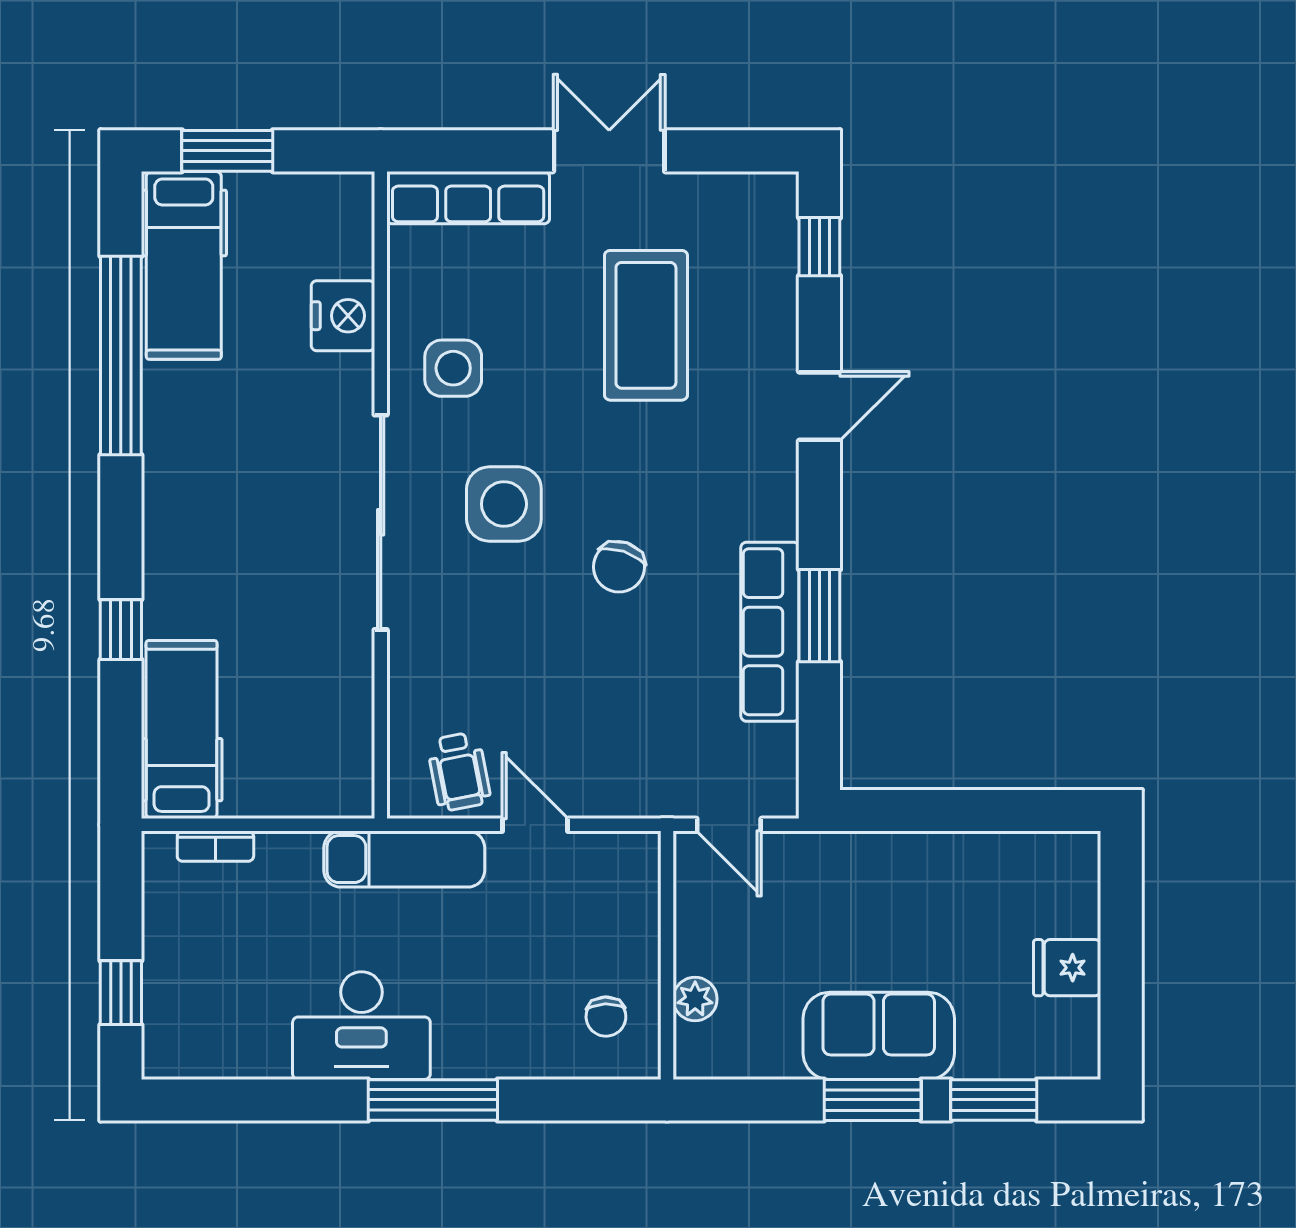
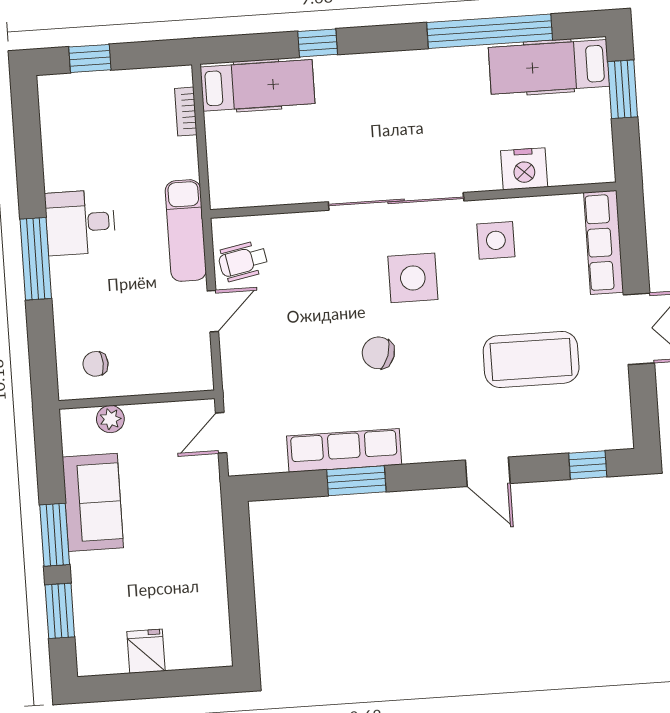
desk: (361, 1026) -> (80, 223), width x0.73
sofa: (879, 1036) -> (93, 502), moved

